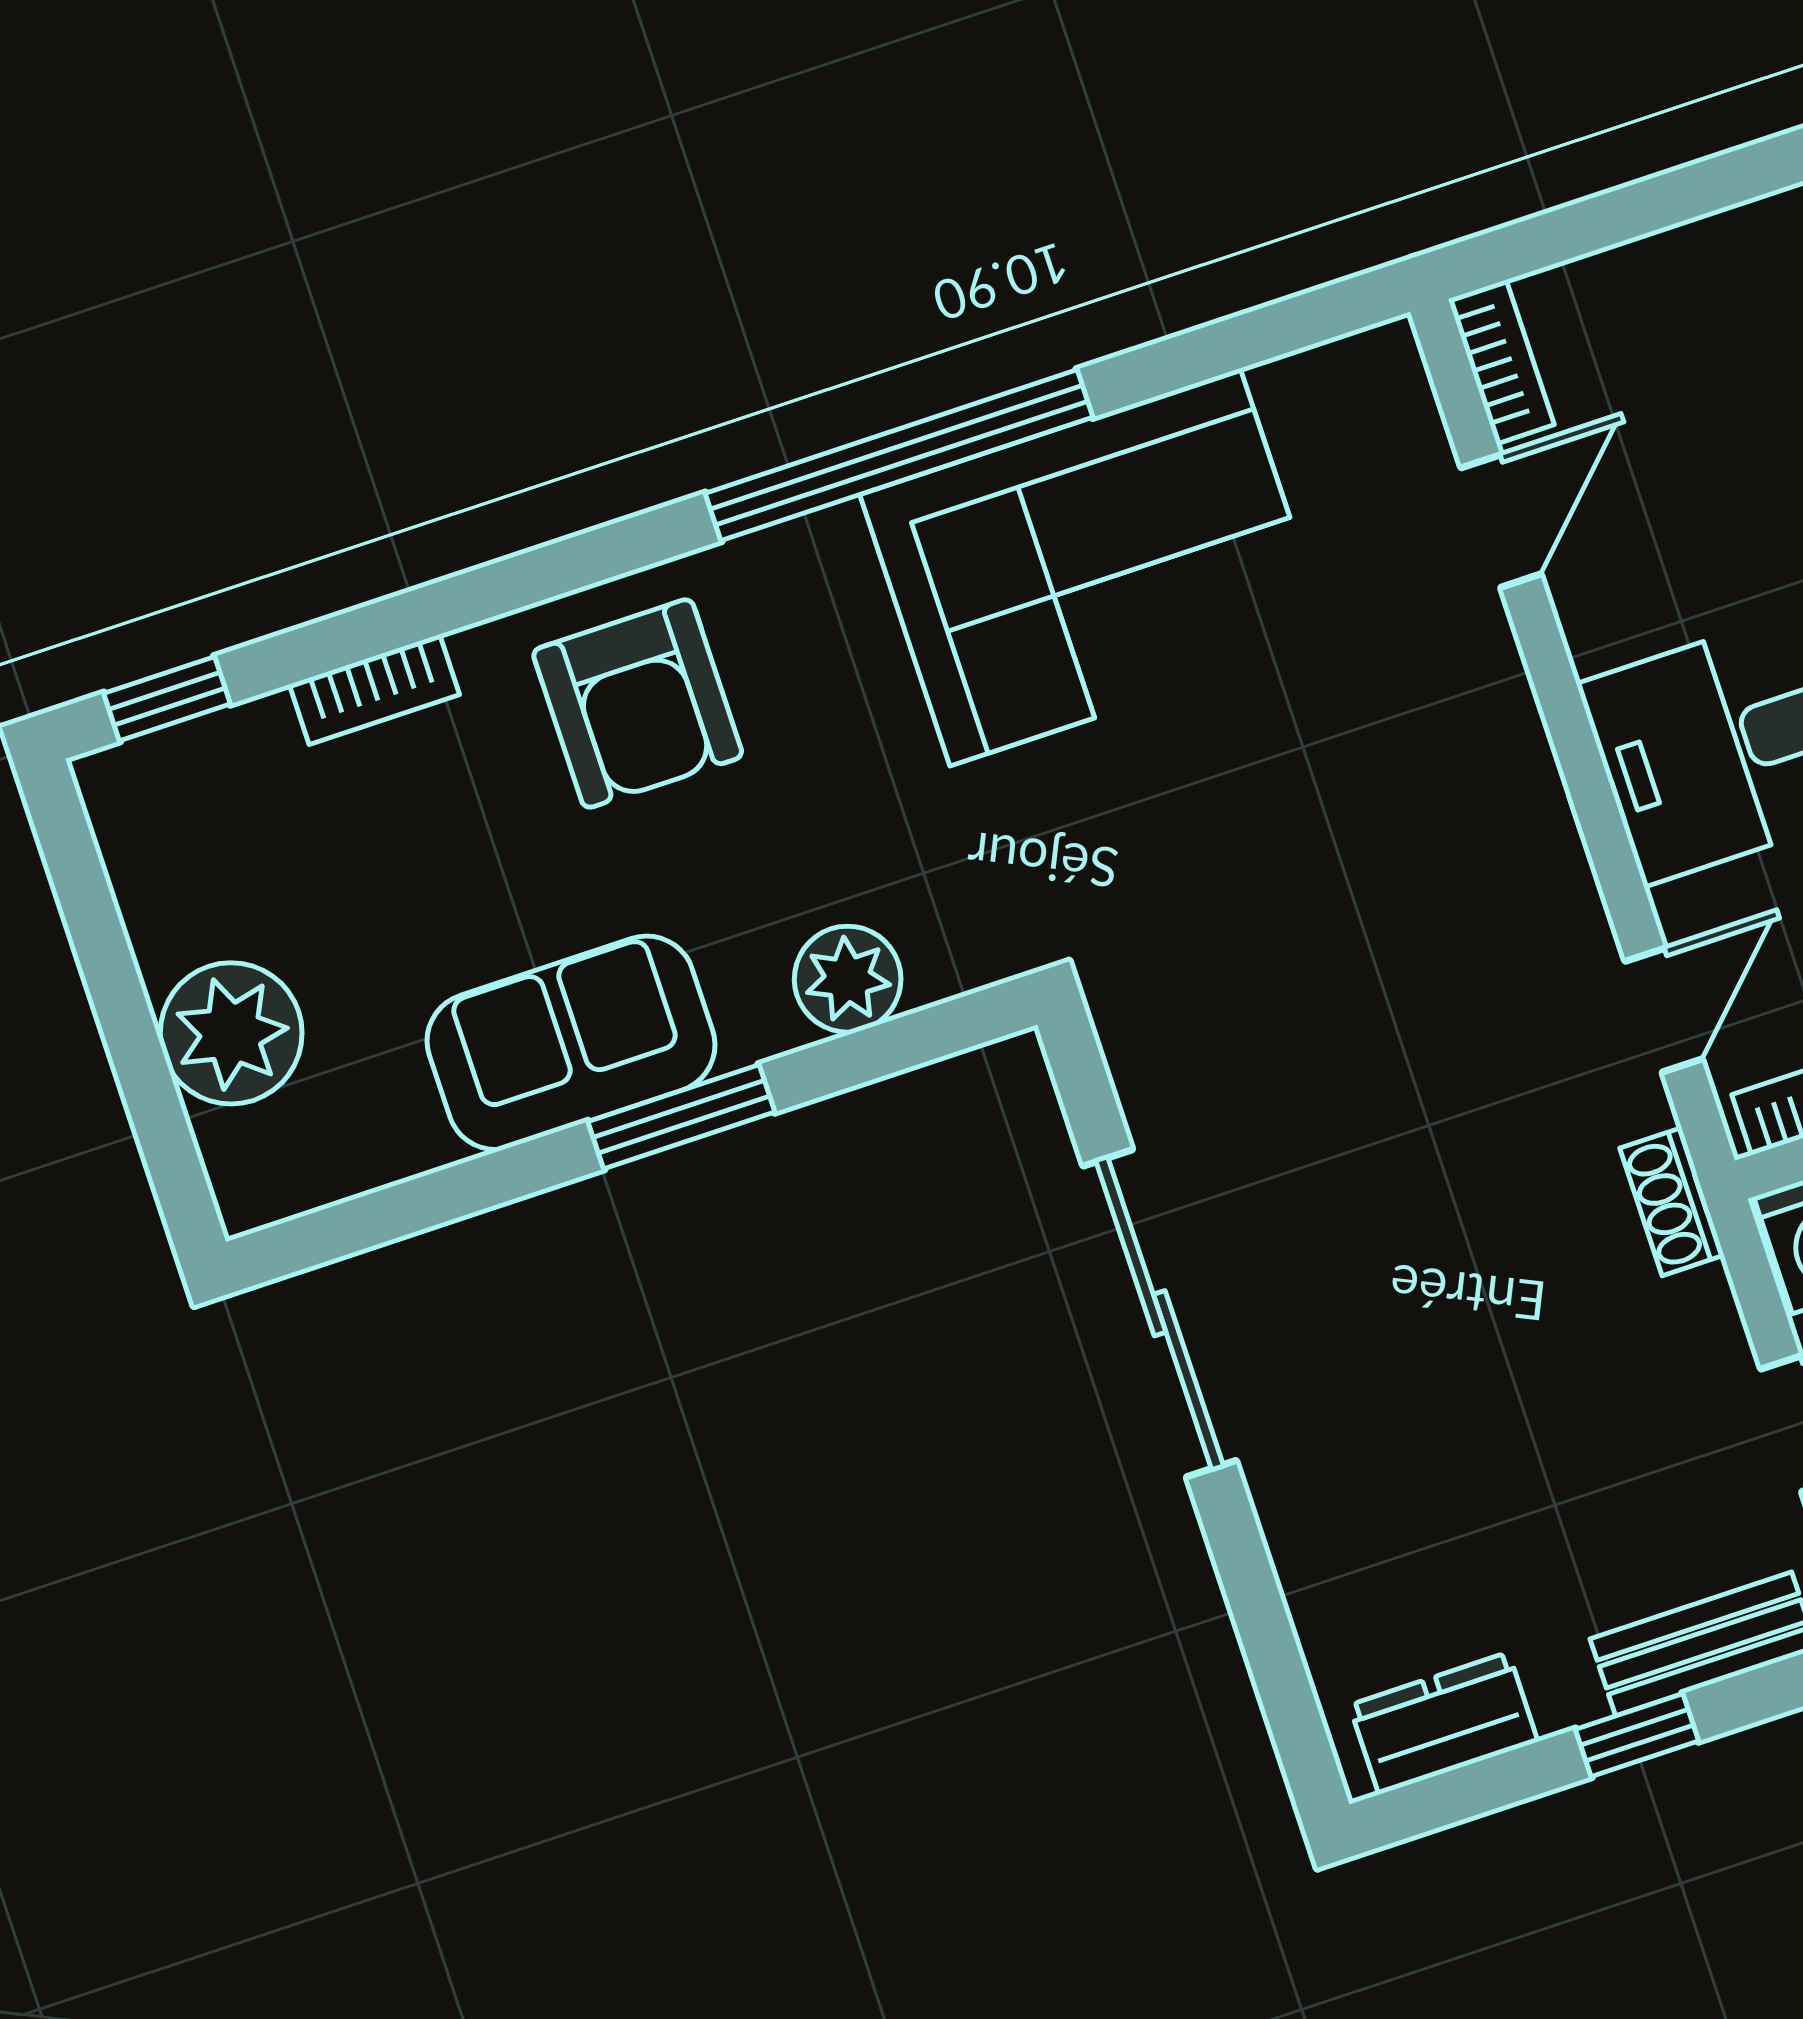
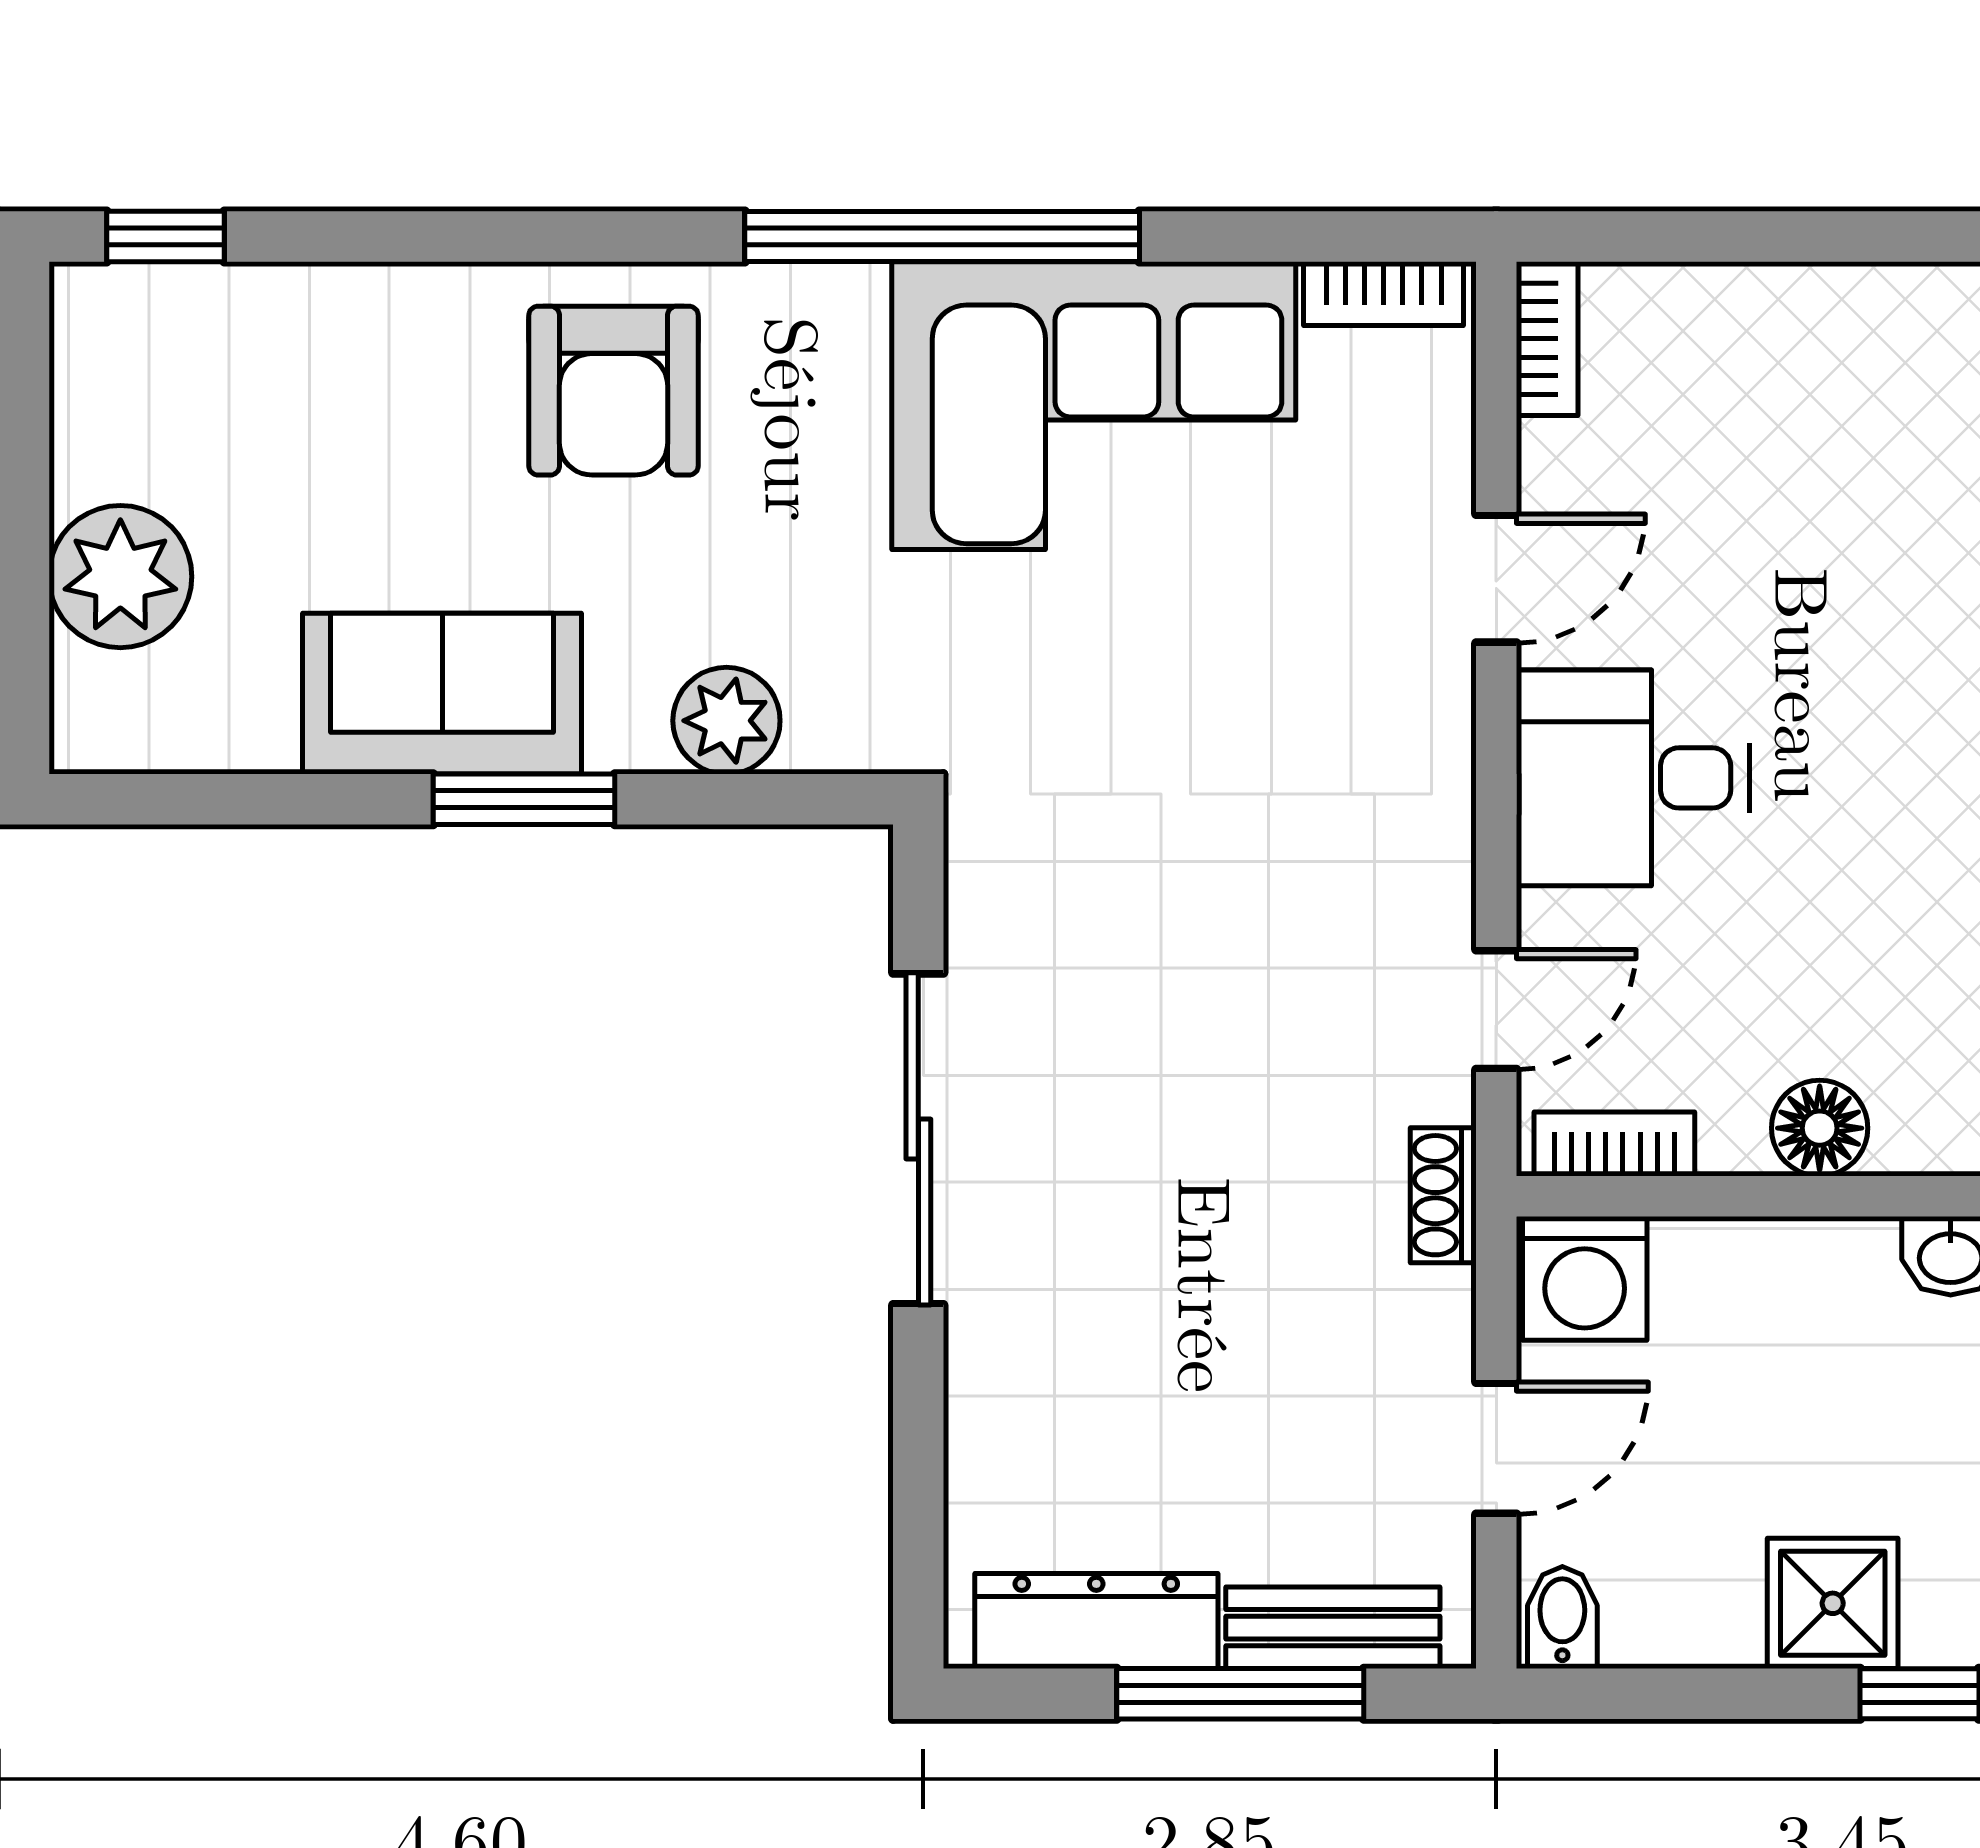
door: (1501, 521) -> (1496, 579), moved
bookcase: (374, 690) -> (1384, 294), moved
dresser: (1444, 1723) -> (1096, 1621), width x1.44
window: (1637, 1735) -> (1240, 1694), width x2.17

